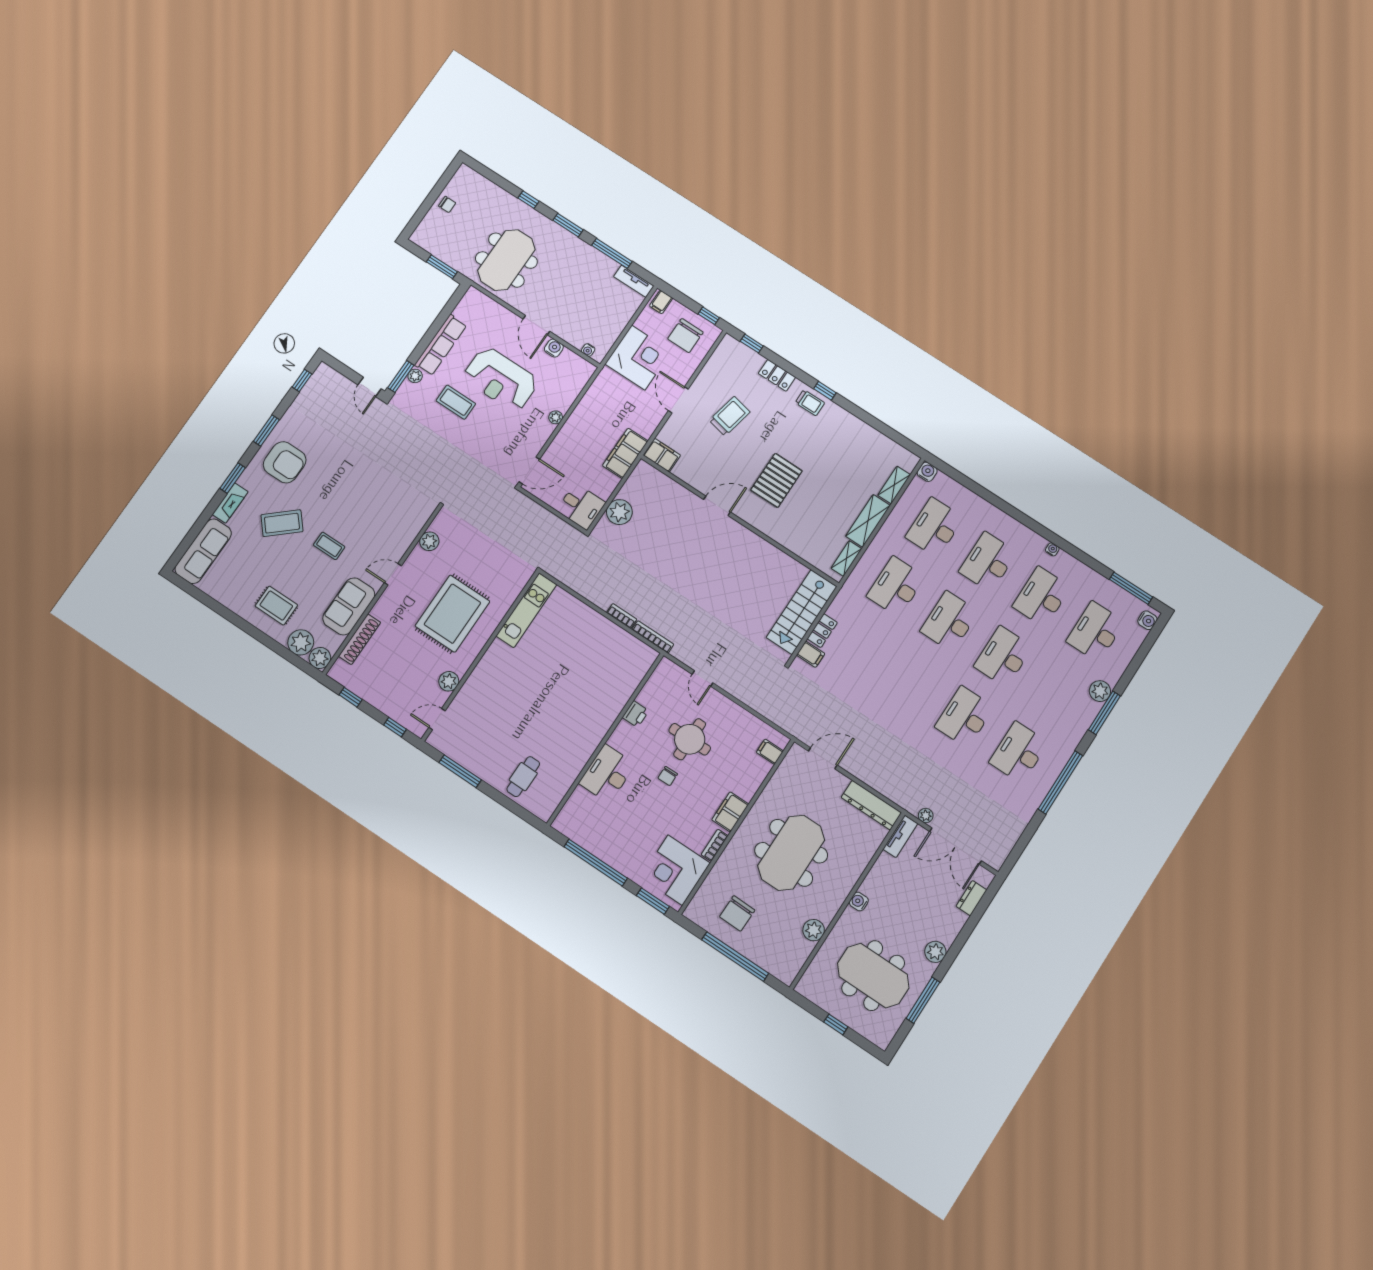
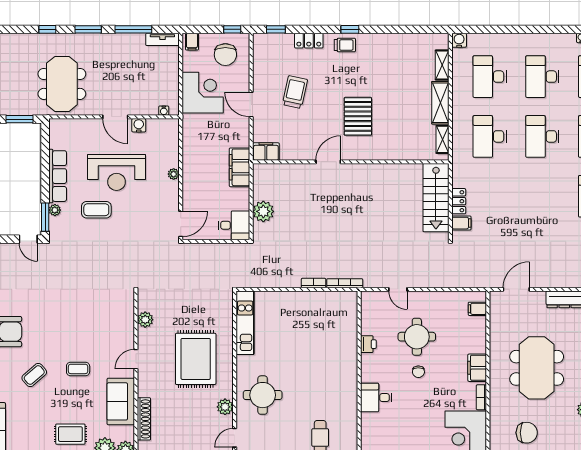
coffee table: (282, 523) -> (34, 375), width x0.73, depth x0.77
round table: (494, 695) -> (263, 395), added
desk: (607, 774) -> (376, 398), width x0.73
chair: (737, 913) -> (527, 433), turned -91

